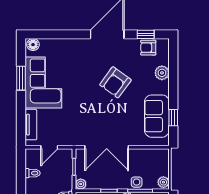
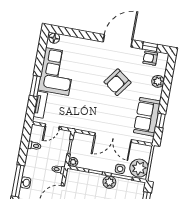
window: (21, 78) -> (35, 86), moved
double door: (107, 147) -> (113, 138), moved
plant: (163, 182) -> (139, 168), width x1.88, depth x1.88

